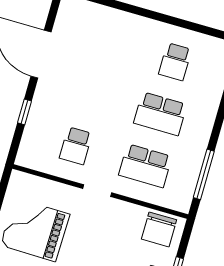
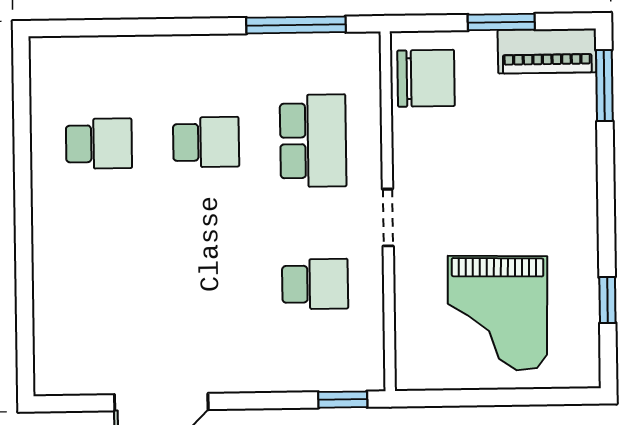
window: (24, 112) -> (343, 400), moved
school desk: (160, 114) -> (206, 142), width x0.54

